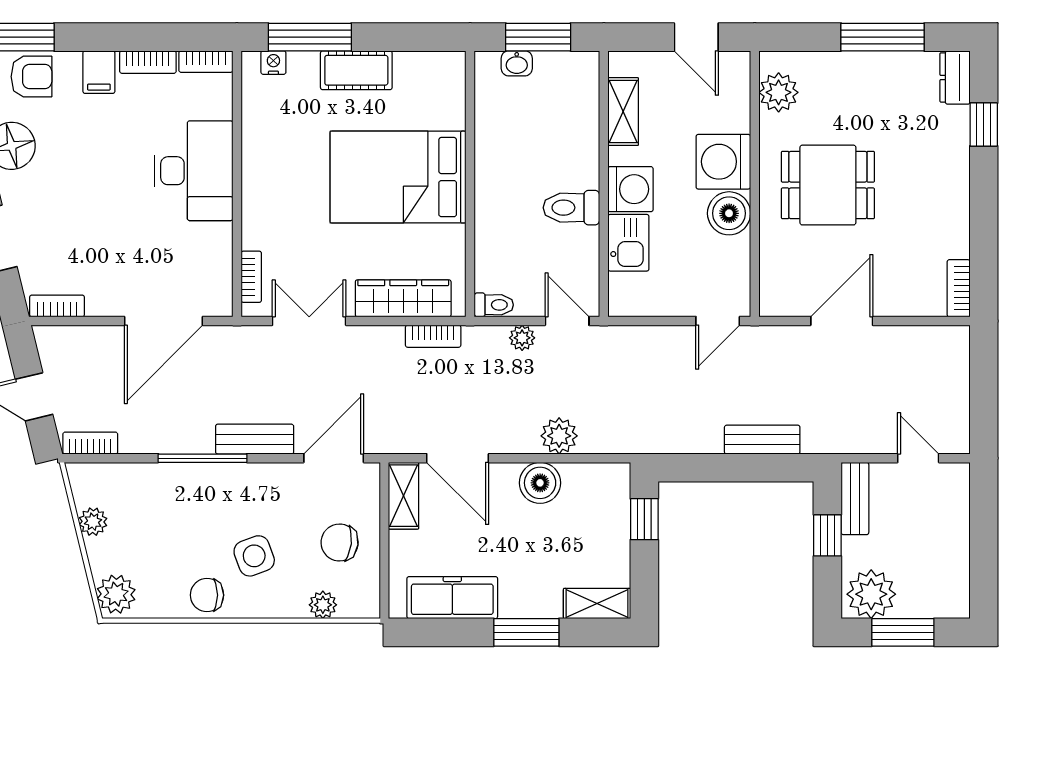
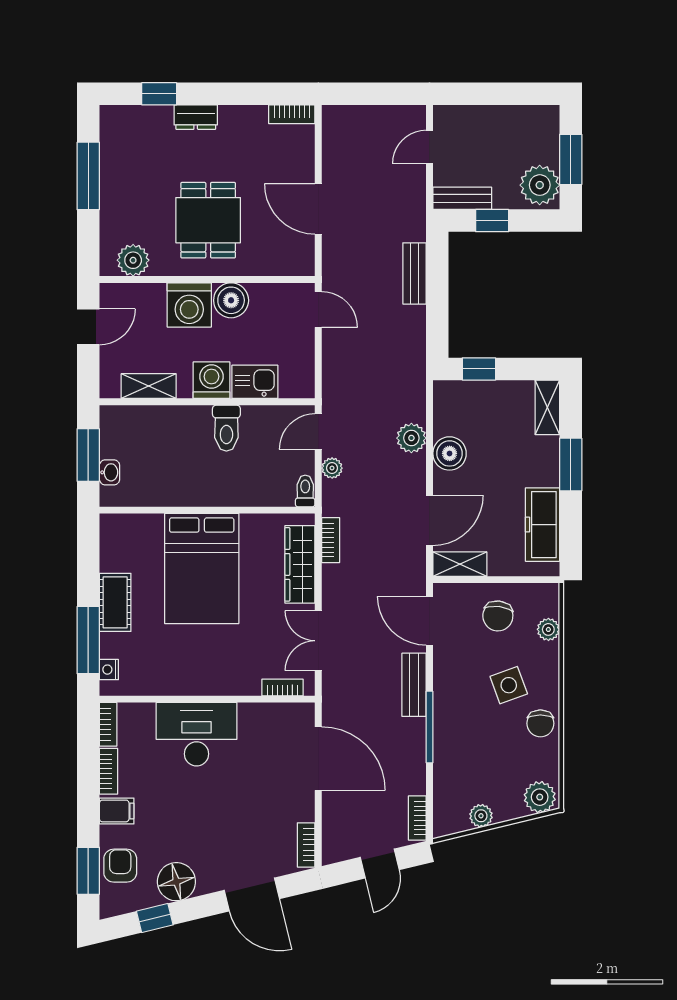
dresser: (955, 77) -> (196, 117), moved

